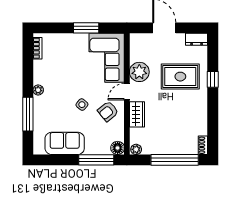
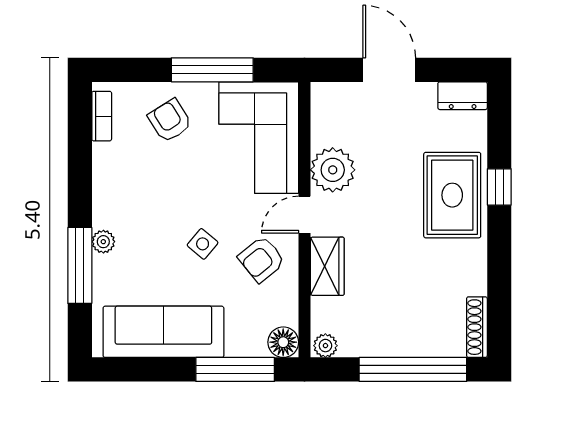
window: (86, 28) -> (212, 70), width x1.44
armchair: (67, 50) -> (170, 121), added
rug: (180, 77) -> (452, 195), moved, turned 90
plant: (38, 90) -> (103, 242), moved
sofa: (65, 143) -> (163, 332), width x1.36
shoe rack: (203, 145) -> (477, 327), width x1.43

